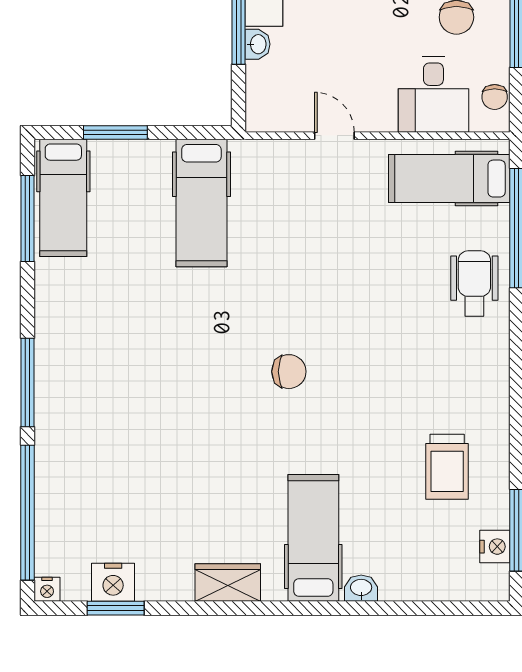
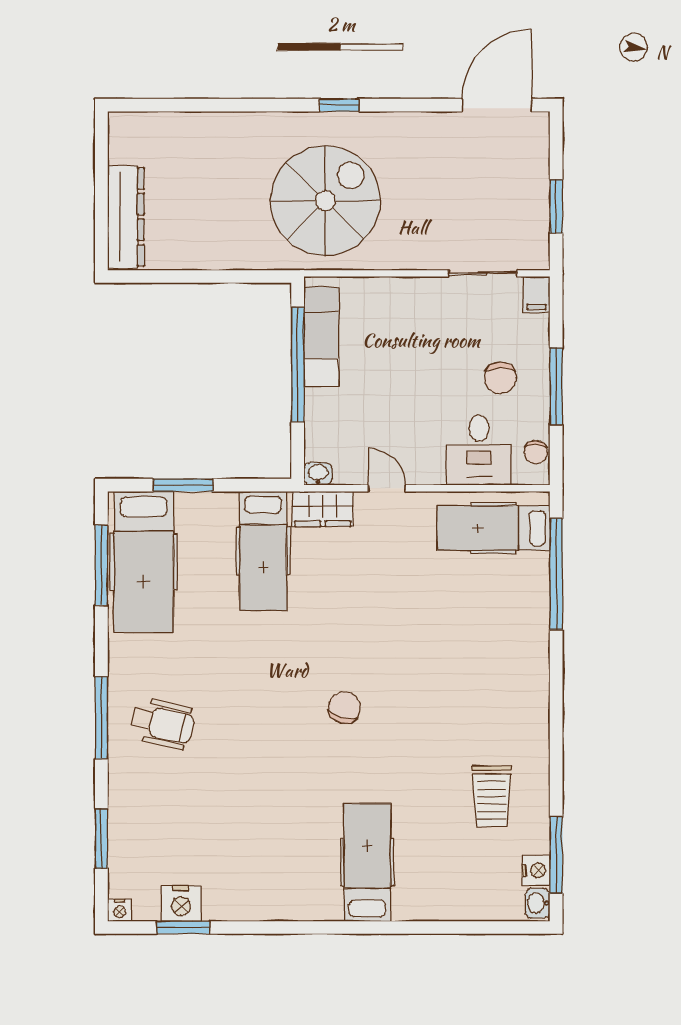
washbasin: (258, 44) -> (318, 474), moved, turned -90
hospital bed: (63, 198) -> (144, 562), width x1.37, depth x1.29
wheelchair: (474, 283) -> (162, 724), moved, turned 103
chair: (289, 372) -> (344, 707), turned -75
window: (27, 513) -> (101, 839), width x0.47
wardrobe: (228, 583) -> (323, 509), moved, turned 180
washbasin: (361, 588) -> (538, 903), moved, turned -90

